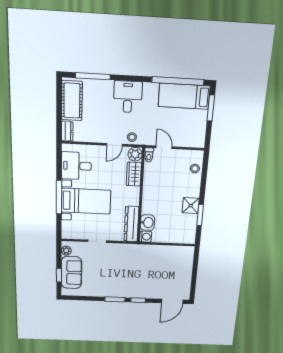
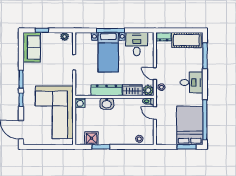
bed: (184, 96) -> (190, 125), width x1.50
door: (164, 147) -> (155, 113), swing flipped
shower: (191, 206) -> (91, 138), moved
washbasin: (147, 223) -> (107, 103), moved
dresser: (131, 224) -> (107, 90), moved
corner sofa: (155, 266) -> (54, 112), added
sofa: (71, 273) -> (32, 47), moved, turned -90

